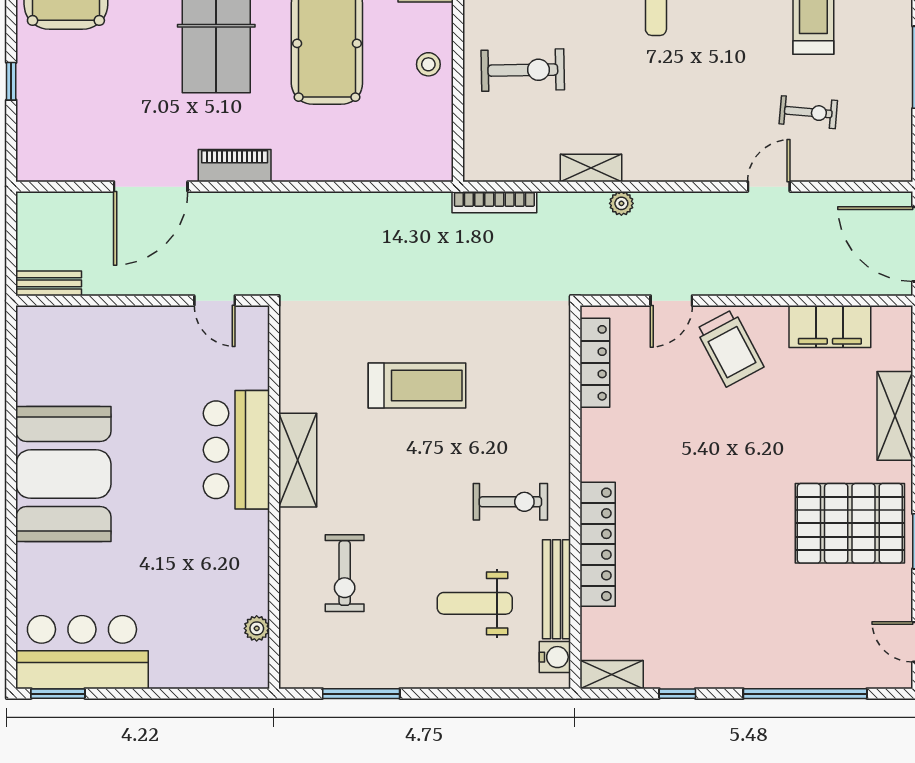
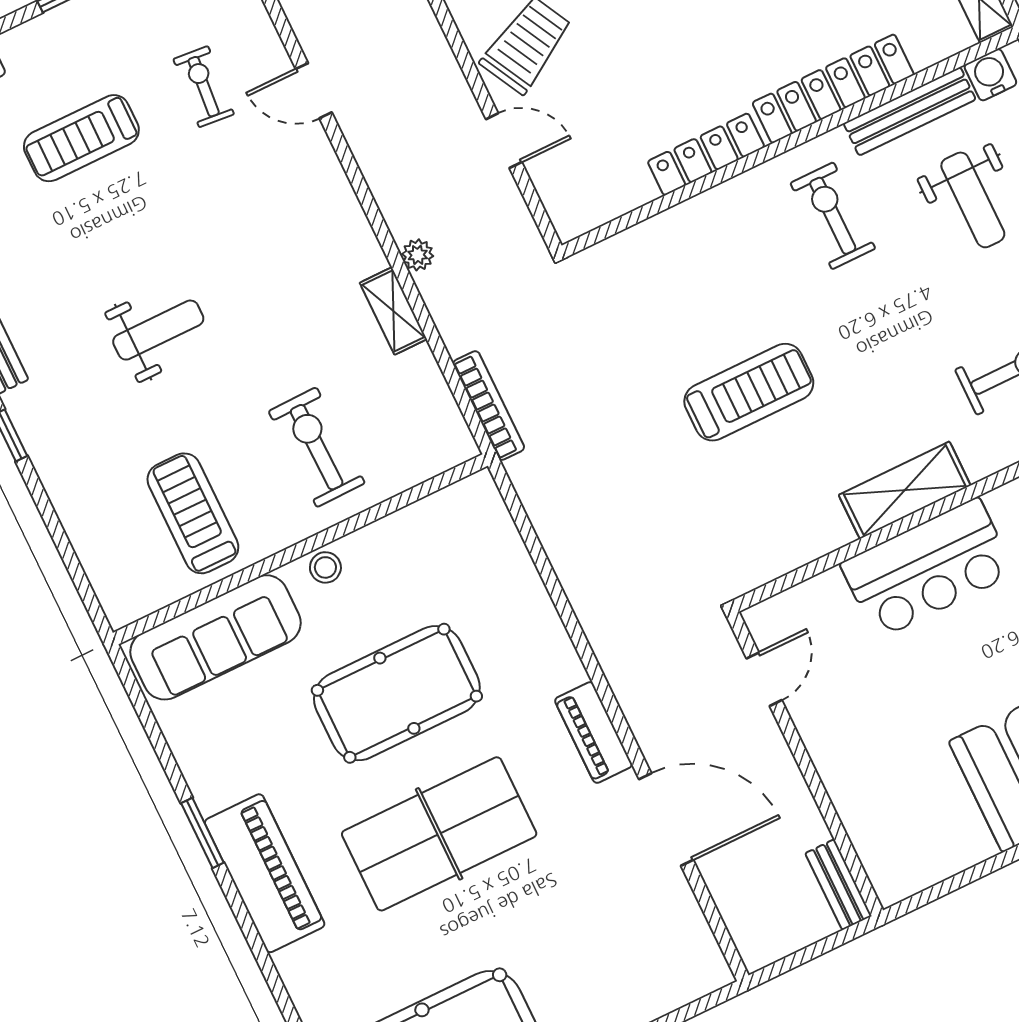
stool: (428, 64) -> (325, 567), moved
locker: (595, 363) -> (706, 154), moved
treadmill: (417, 385) -> (749, 392), turned 90

